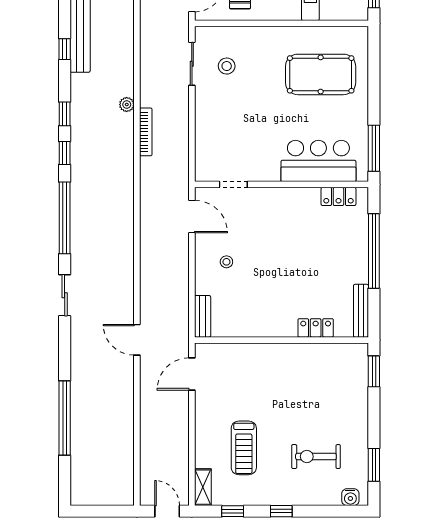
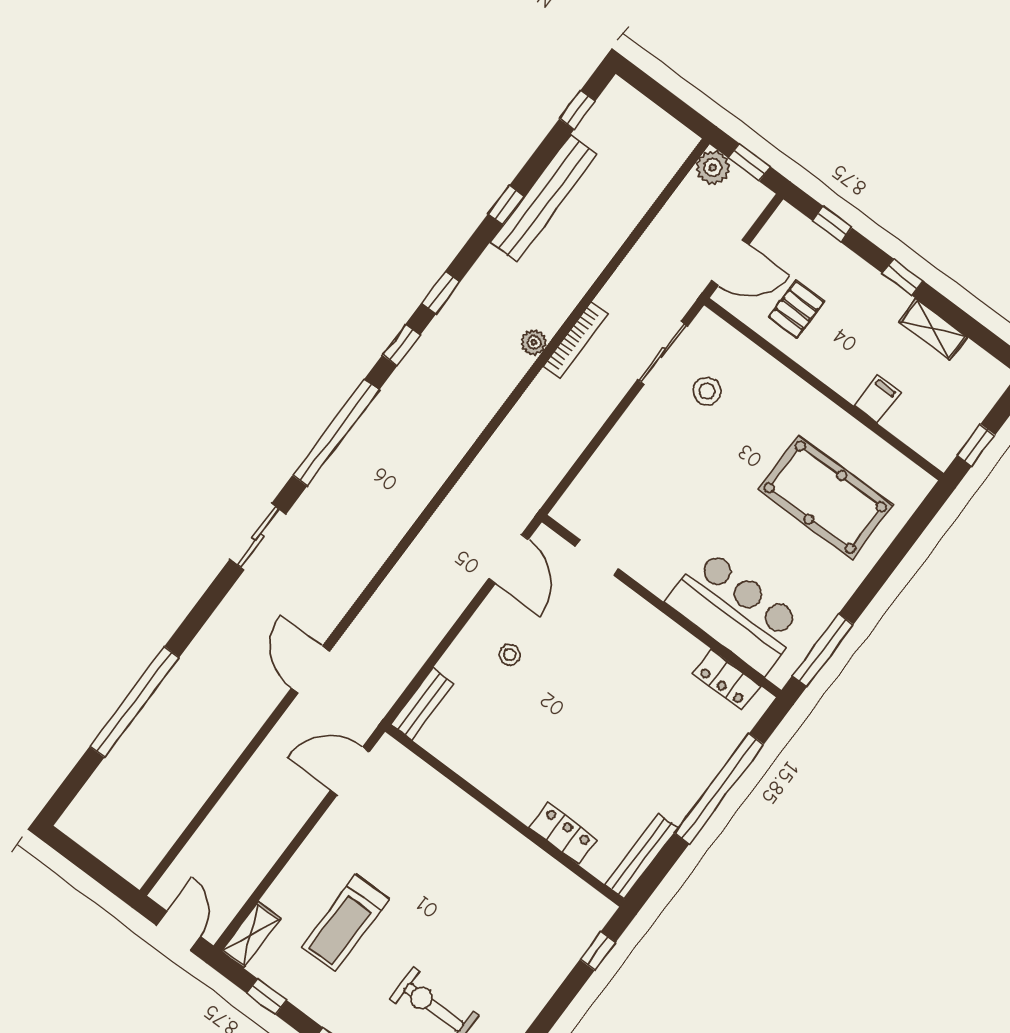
bookcase: (146, 132) -> (575, 340), moved
window: (374, 371) -> (598, 951), width x0.67

